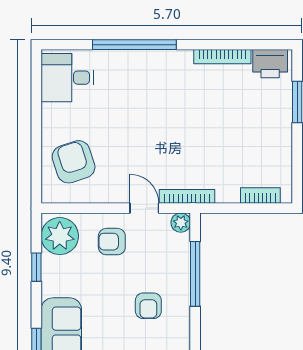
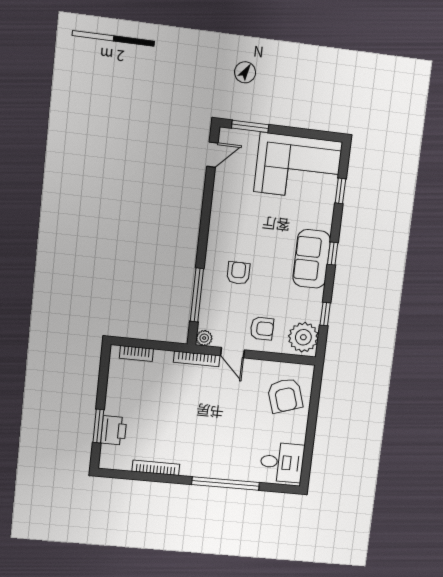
printer: (270, 64) -> (114, 430), moved, turned 90

